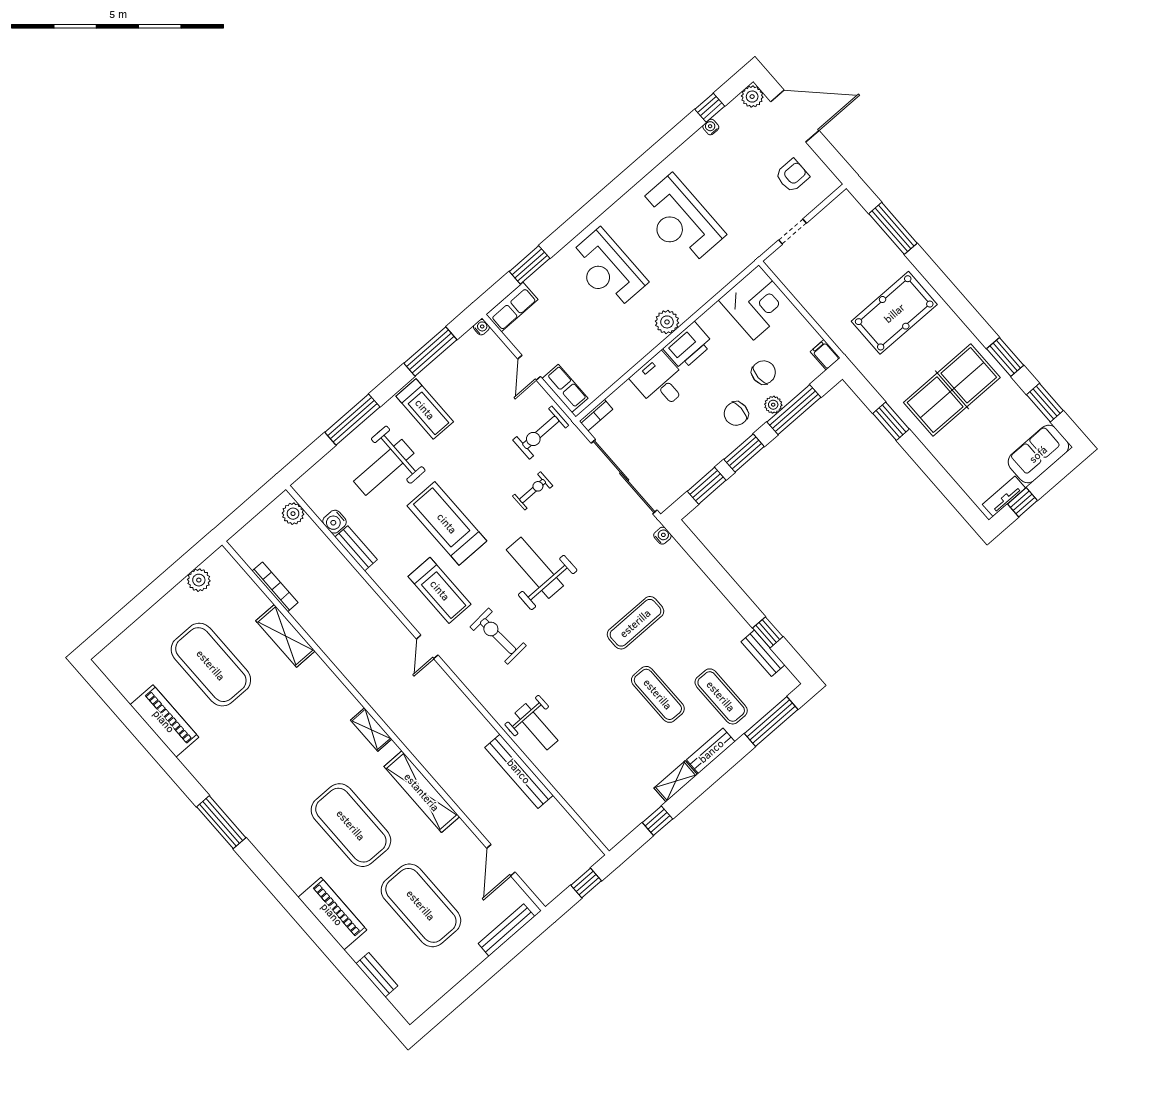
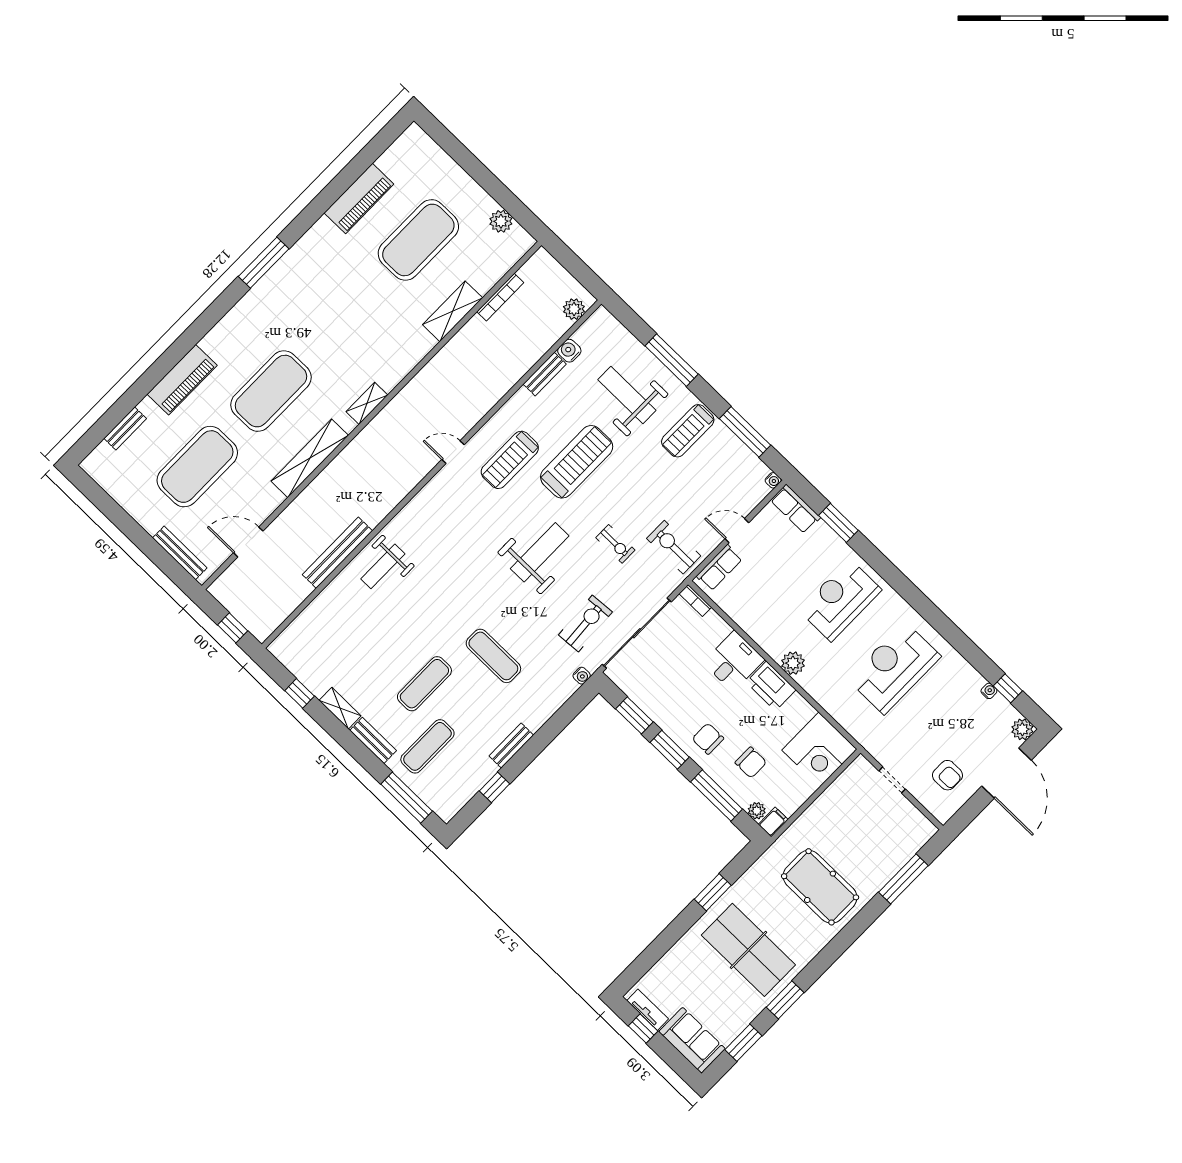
plant: (773, 405) -> (757, 811), moved
exercise bike: (498, 636) -> (585, 623), moved
bench: (763, 653) -> (511, 746), moved

